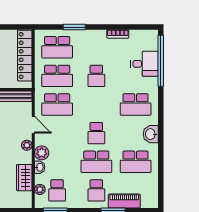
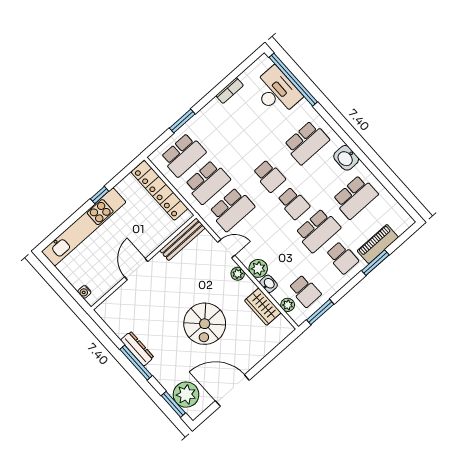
desk: (145, 64) -> (276, 92), width x1.37
school desk: (96, 76) -> (269, 176), moved

